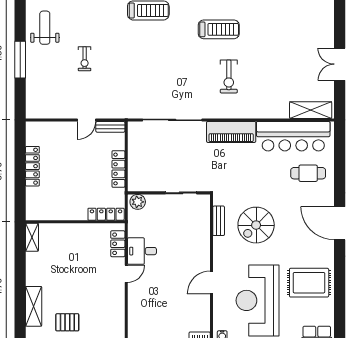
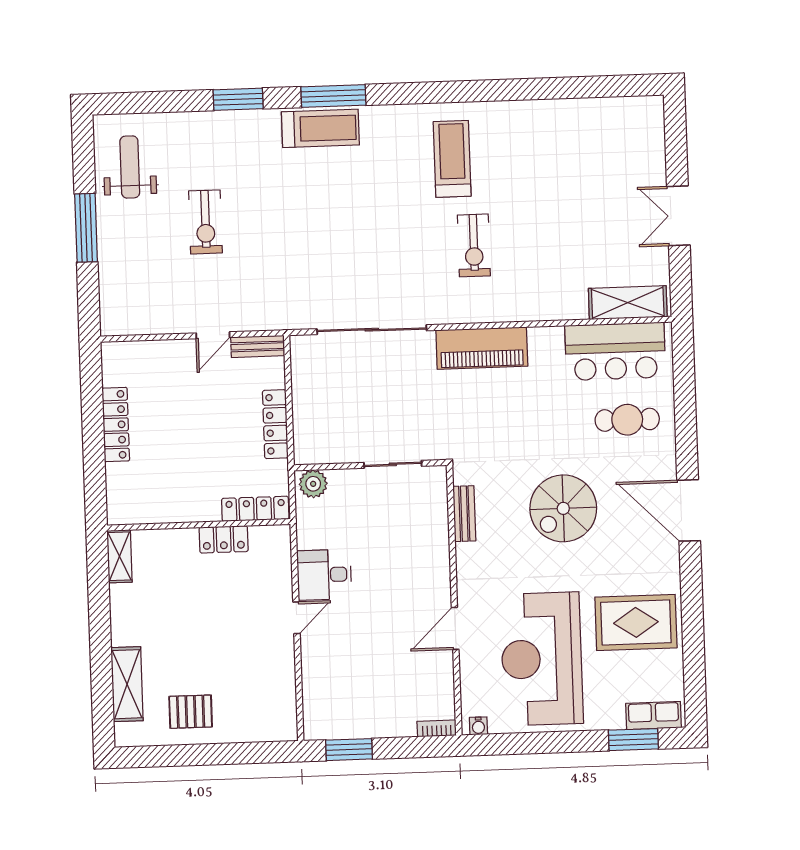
treadmill: (219, 29) -> (452, 159), turned -90
exercise bike: (85, 59) -> (205, 222), width x1.38, depth x1.39
bar counter: (293, 136) -> (615, 351), width x0.73
spiral stairs: (256, 225) -> (563, 508), moved
locker: (118, 244) -> (224, 539), moved, turned -90

